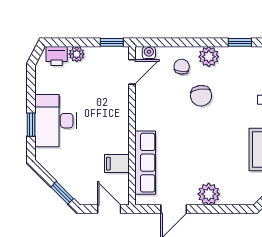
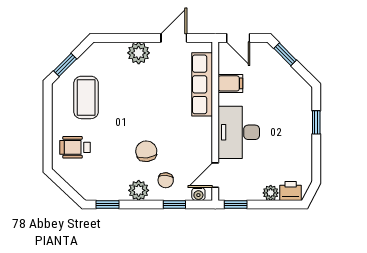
window: (173, 42) -> (174, 205), added
desk: (56, 121) -> (239, 132), moved, turned 180

